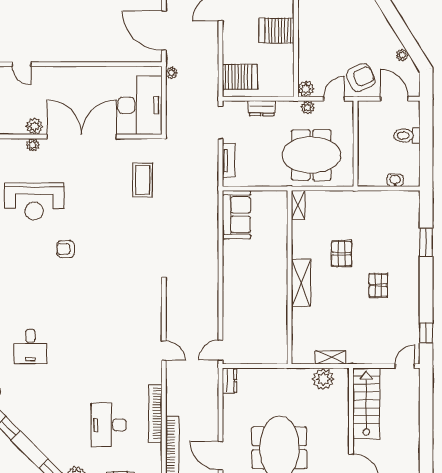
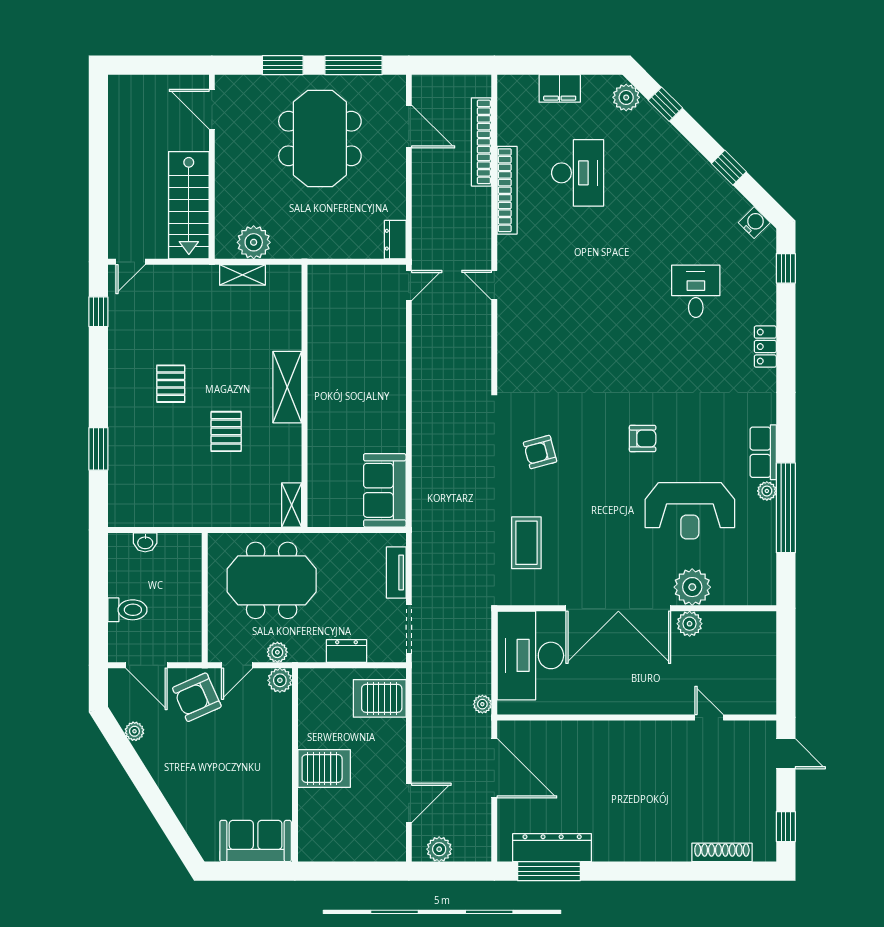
plant: (33, 145) -> (692, 587), width x1.87, depth x1.87
reception desk: (34, 201) -> (690, 511), turned 180
armchair: (133, 240) -> (540, 452), added

